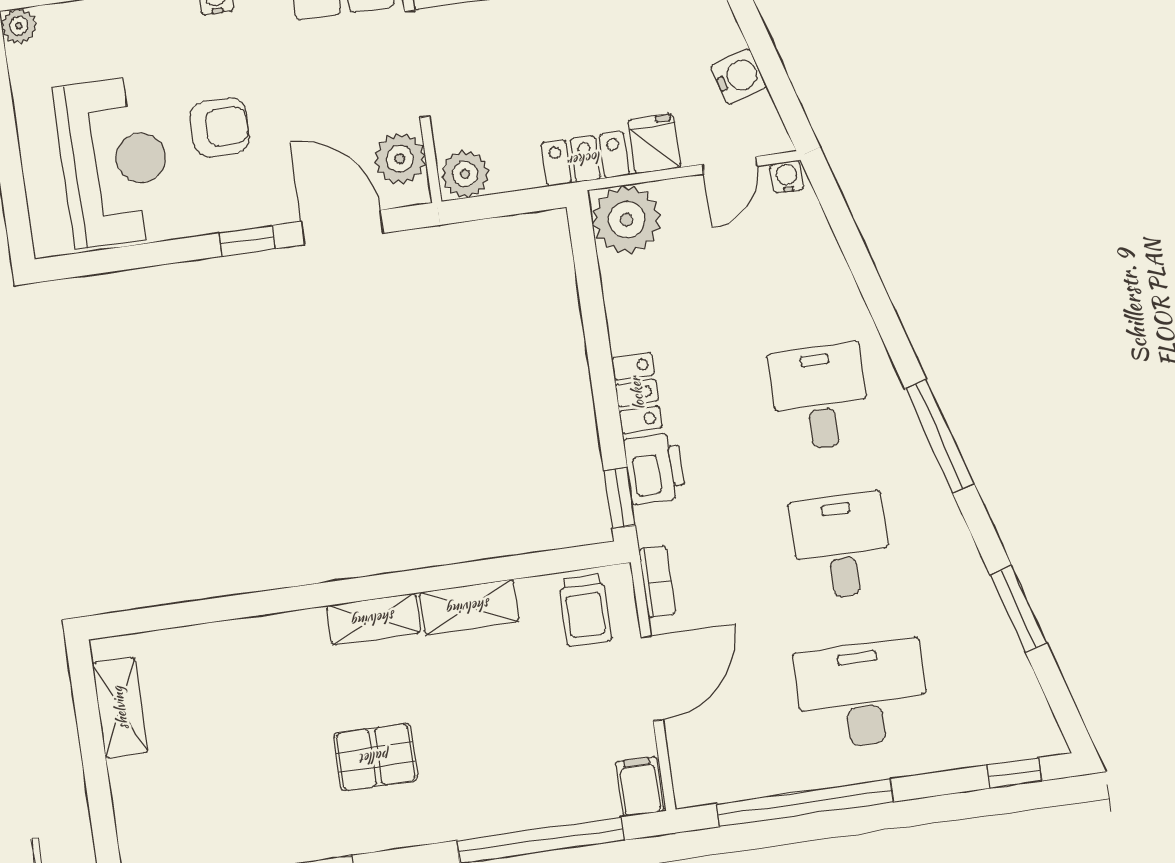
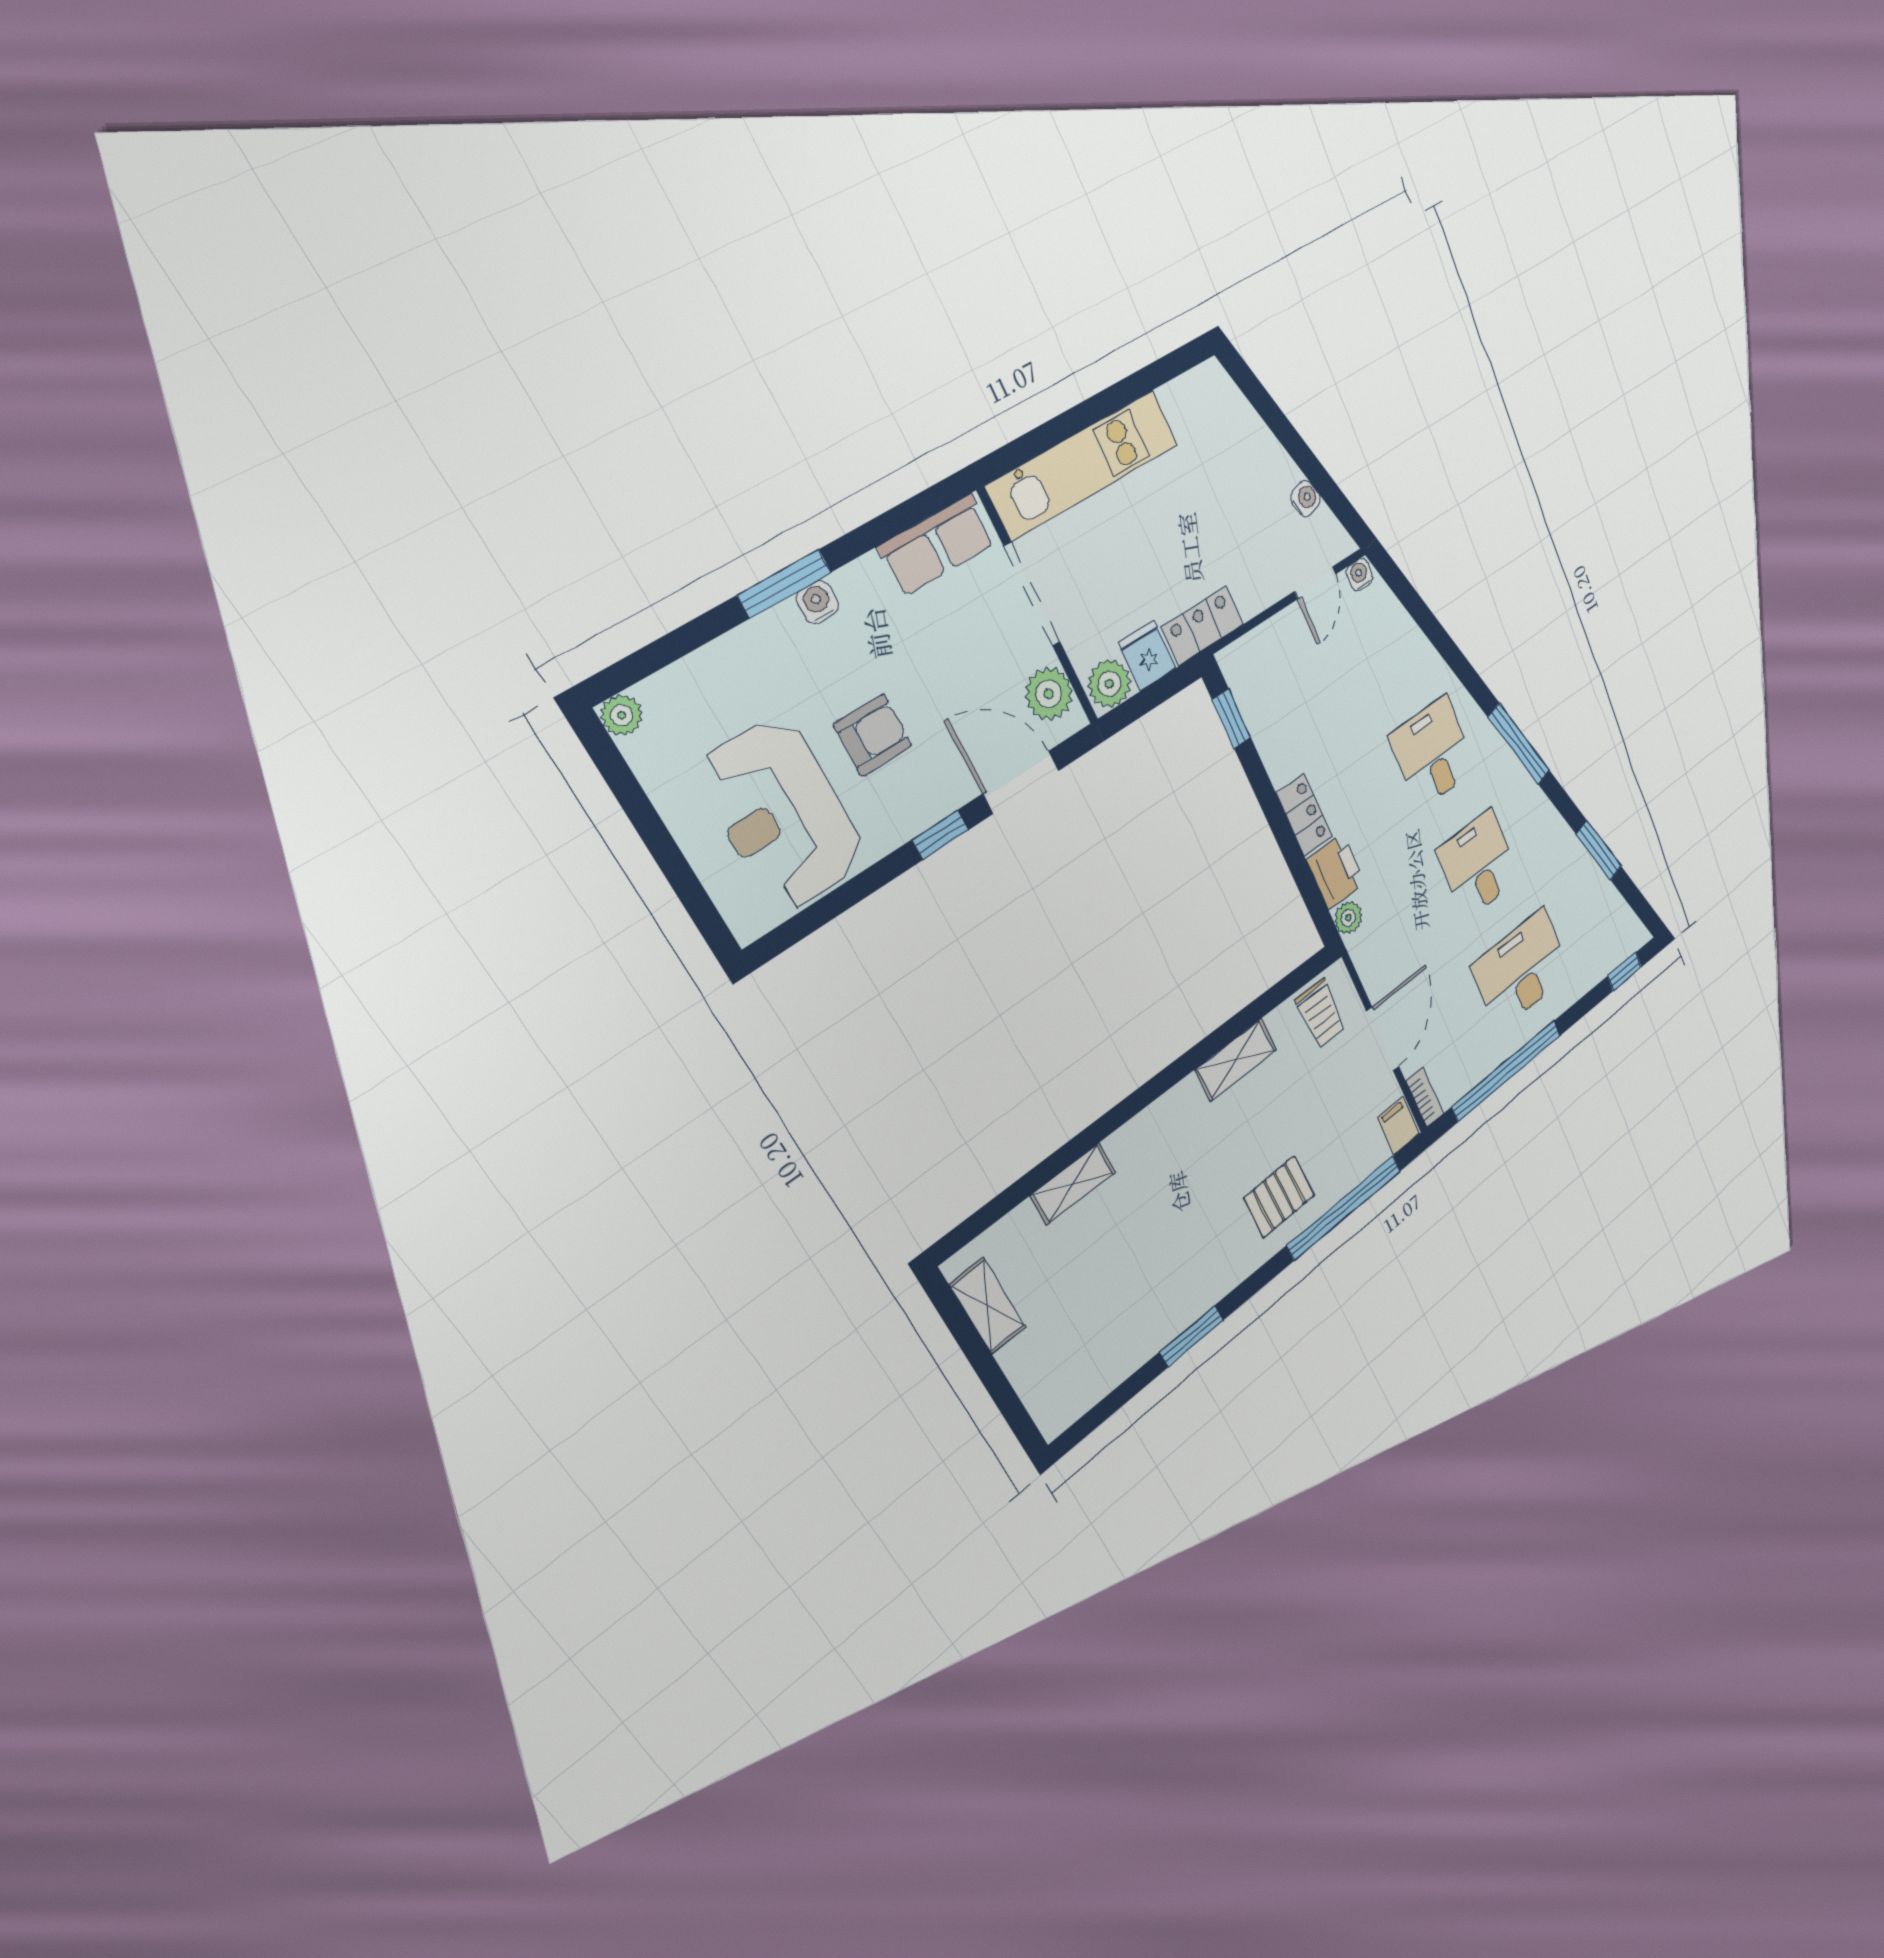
water cooler: (739, 76) -> (1306, 499), width x0.72, depth x0.72
fridge: (654, 144) -> (1147, 656), moved
reception desk: (114, 161) -> (782, 815), turned 180
plant: (627, 220) -> (1348, 918), moved, width x0.53, depth x0.53
window: (620, 498) -> (1231, 719), moved
bookcase: (657, 582) -> (1425, 1097), moved
shelving: (374, 619) -> (1073, 1184), moved
pallet: (375, 757) -> (1279, 1197), moved

